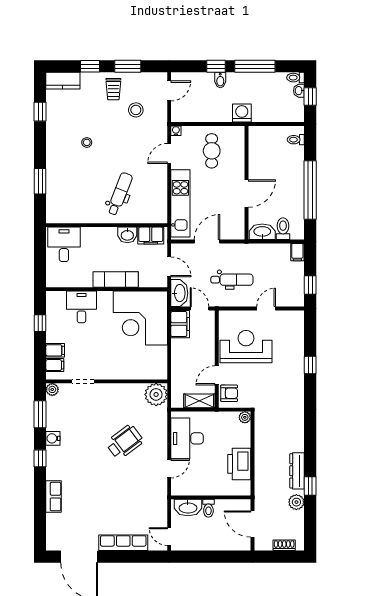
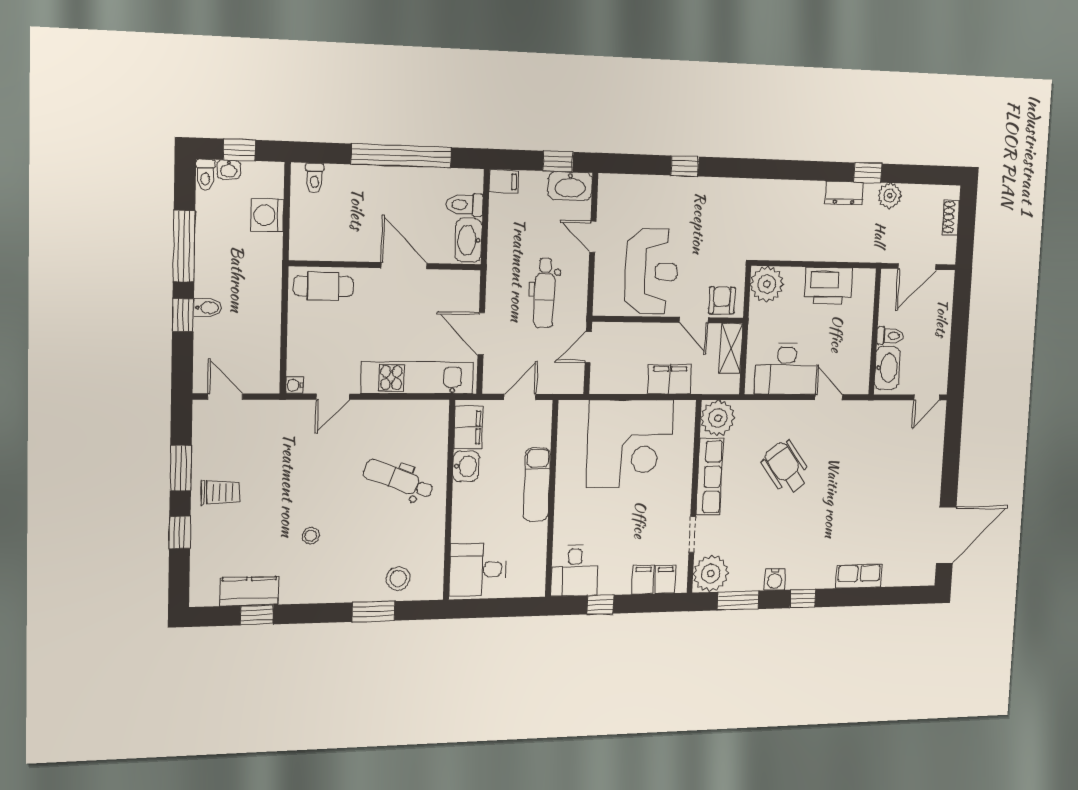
kitchen counter: (63, 81) -> (249, 591), moved, turned -90
stool: (136, 110) -> (398, 578), moved
washing machine: (242, 113) -> (267, 215), moved
cafe table: (212, 151) -> (323, 286), moved
door: (169, 153) -> (333, 397), hinge flipped
dental chair: (232, 280) -> (544, 293), turned 180
washbasin: (179, 293) -> (570, 186), moved, turned 180
desk: (81, 307) -> (575, 570), moved, turned -90
corner desk: (140, 318) -> (630, 444), moved
filing cabinet: (180, 324) -> (670, 379), moved
reception desk: (246, 347) -> (651, 271), turned 180
plant: (52, 389) -> (711, 574), width x1.88, depth x1.88
plant: (245, 417) -> (767, 284), width x1.87, depth x1.87
dresser: (297, 471) -> (844, 193), width x0.70
row of seats: (123, 543) -> (710, 477), moved, turned 180

